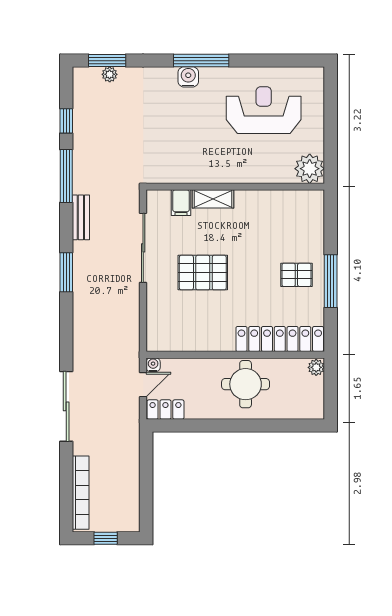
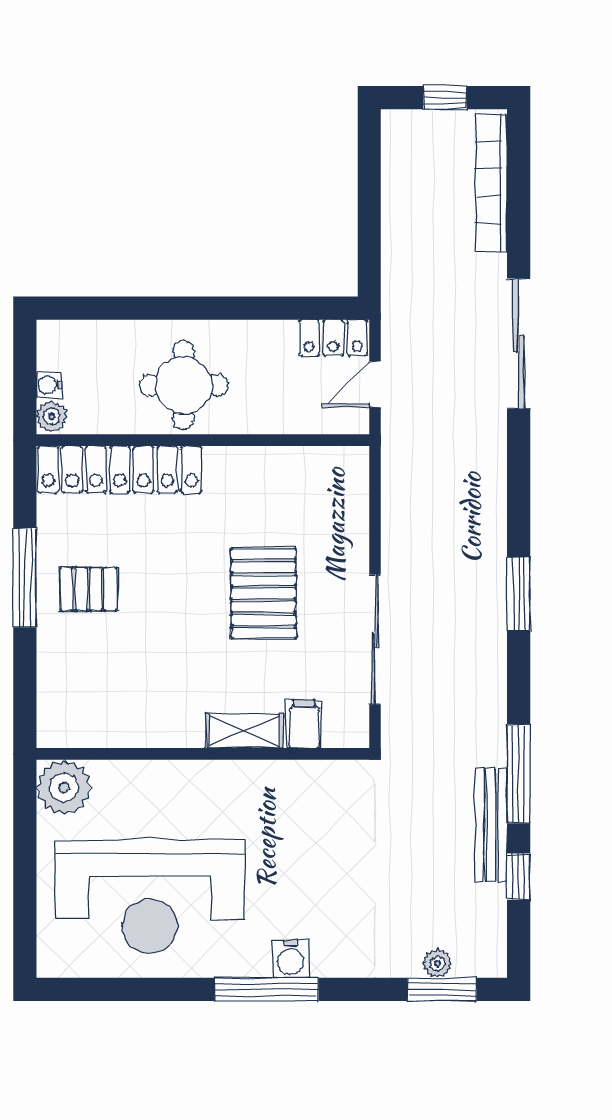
reception desk: (264, 110) -> (150, 897), width x1.36, depth x1.30
bench: (81, 217) -> (491, 825), moved, width x1.36
pallet: (203, 273) -> (263, 593), turned 90
water cooler: (153, 365) -> (49, 385), moved, turned 90

